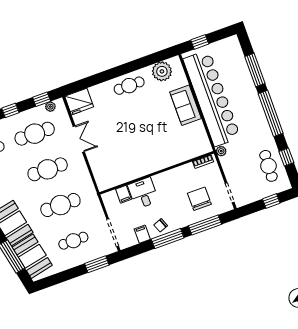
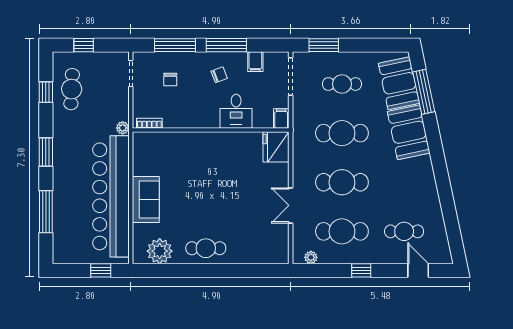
window: (42, 99) -> (318, 270), removed
fridge: (79, 102) -> (276, 147), moved, turned -90
window: (271, 113) -> (46, 152), width x0.47
filing cabinet: (123, 194) -> (281, 119), moved
chair: (199, 199) -> (170, 80), width x0.54, depth x0.54
chair: (161, 225) -> (219, 75), moved

